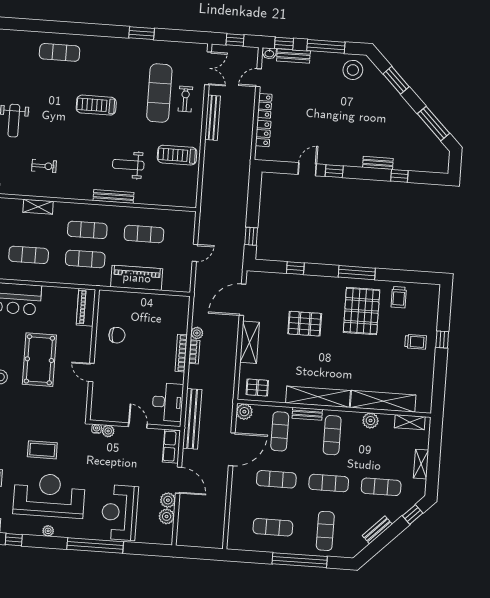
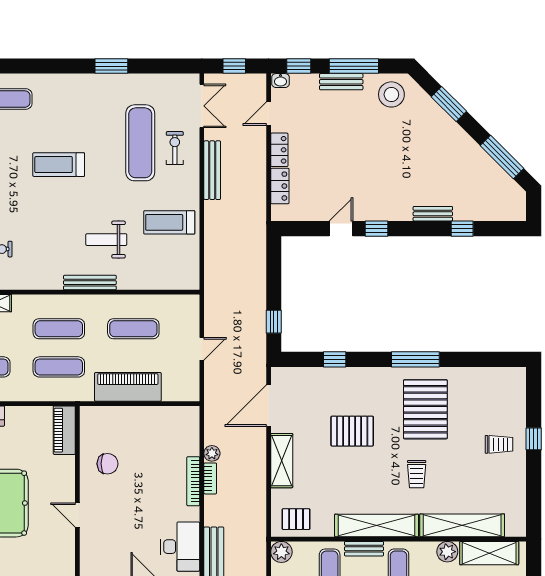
bench: (293, 56) -> (341, 82), moved
trolley: (399, 297) -> (417, 474), moved
shelving: (410, 422) -> (489, 553), width x1.50, depth x1.33

